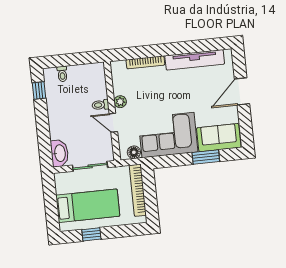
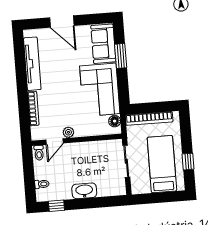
toilet: (100, 105) -> (39, 153), moved
door: (113, 123) -> (54, 142), moved
washbasin: (59, 153) -> (84, 191), moved

